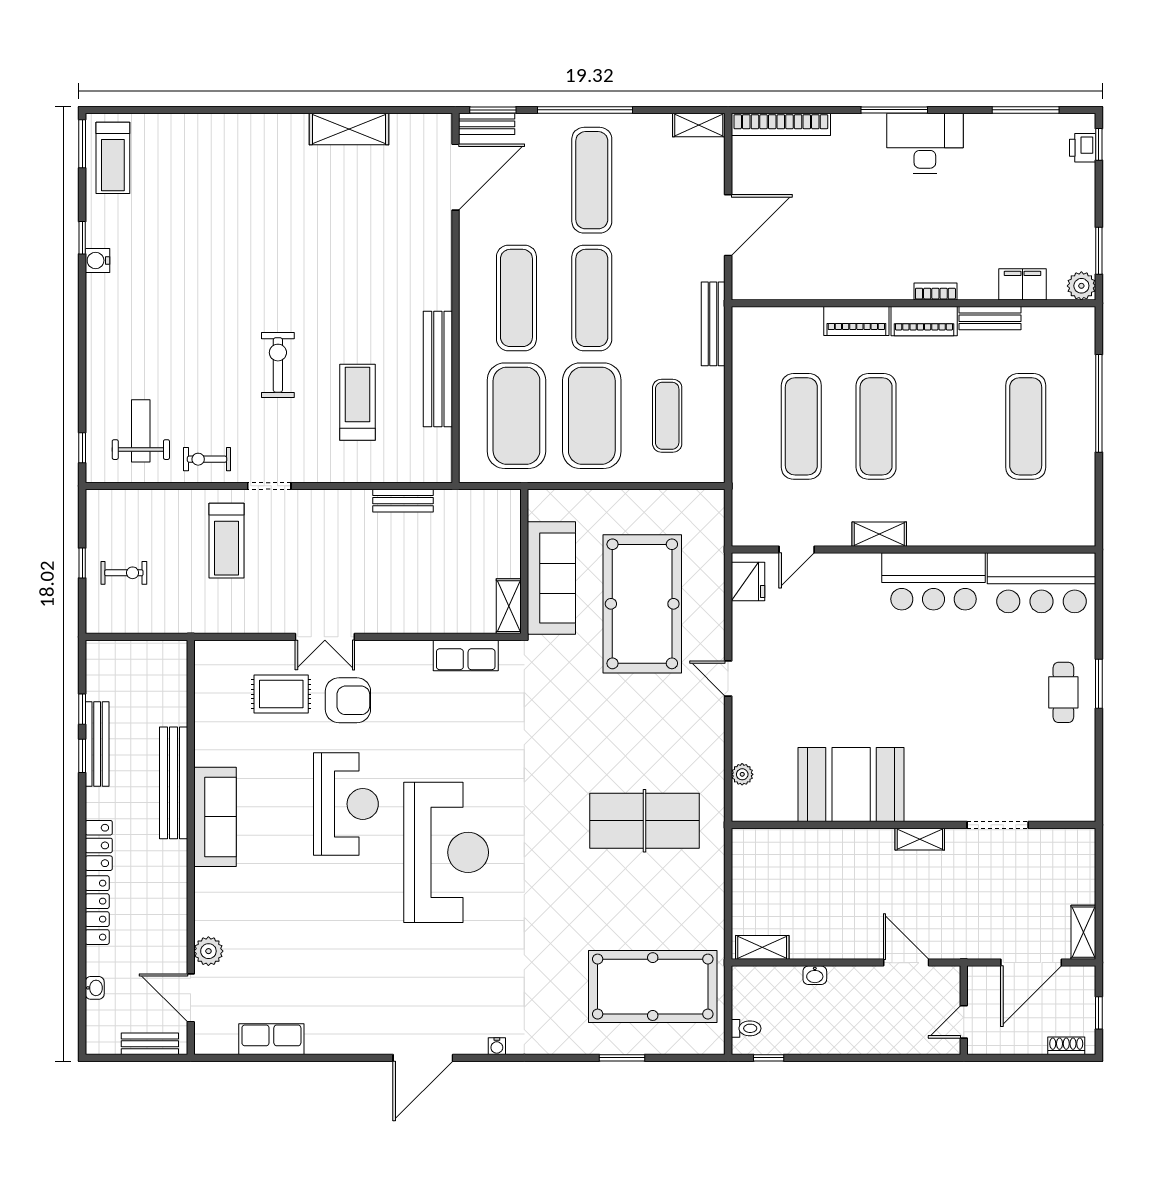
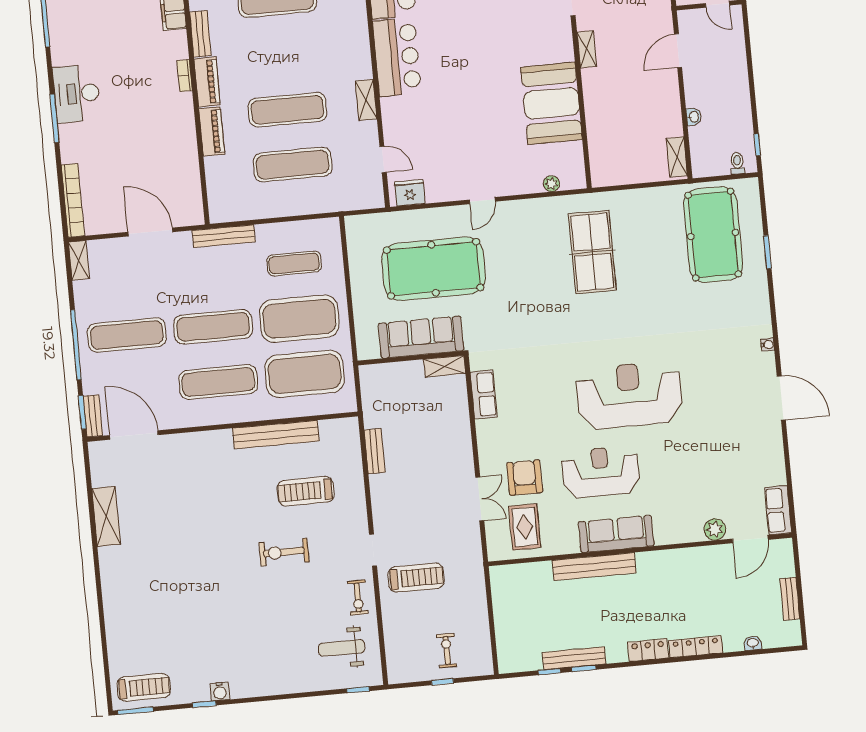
bench: (174, 783) -> (594, 567), moved
sofa: (215, 817) -> (616, 534), moved
wall: (191, 847) -> (640, 550), moved
plant: (208, 951) -> (715, 529), moved
door: (191, 998) -> (750, 539), moved

